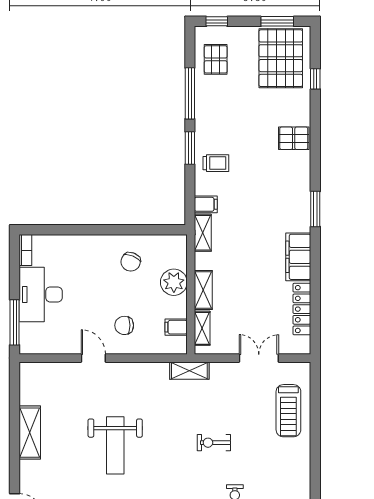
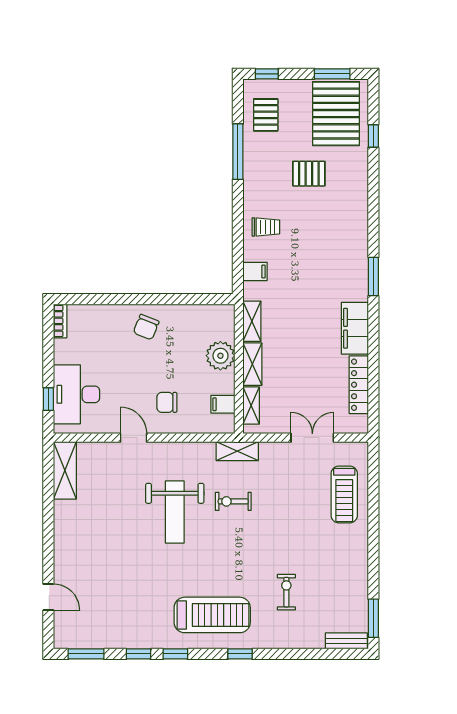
pallet: (294, 138) -> (309, 174), moved
window: (190, 148) -> (238, 211), removed
shelving: (203, 233) -> (252, 321), moved
chair: (131, 262) -> (146, 327), moved
desk: (41, 294) -> (77, 394), moved
window: (15, 322) -> (48, 399), width x0.46
shelving: (30, 433) -> (65, 470), moved
exercise bike: (214, 443) -> (233, 501), moved
weight bench: (115, 445) -> (175, 512), moved

